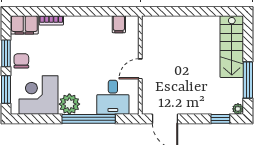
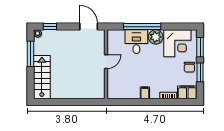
filing cabinet: (119, 24) -> (145, 93), moved
desk: (113, 97) -> (136, 42), moved

